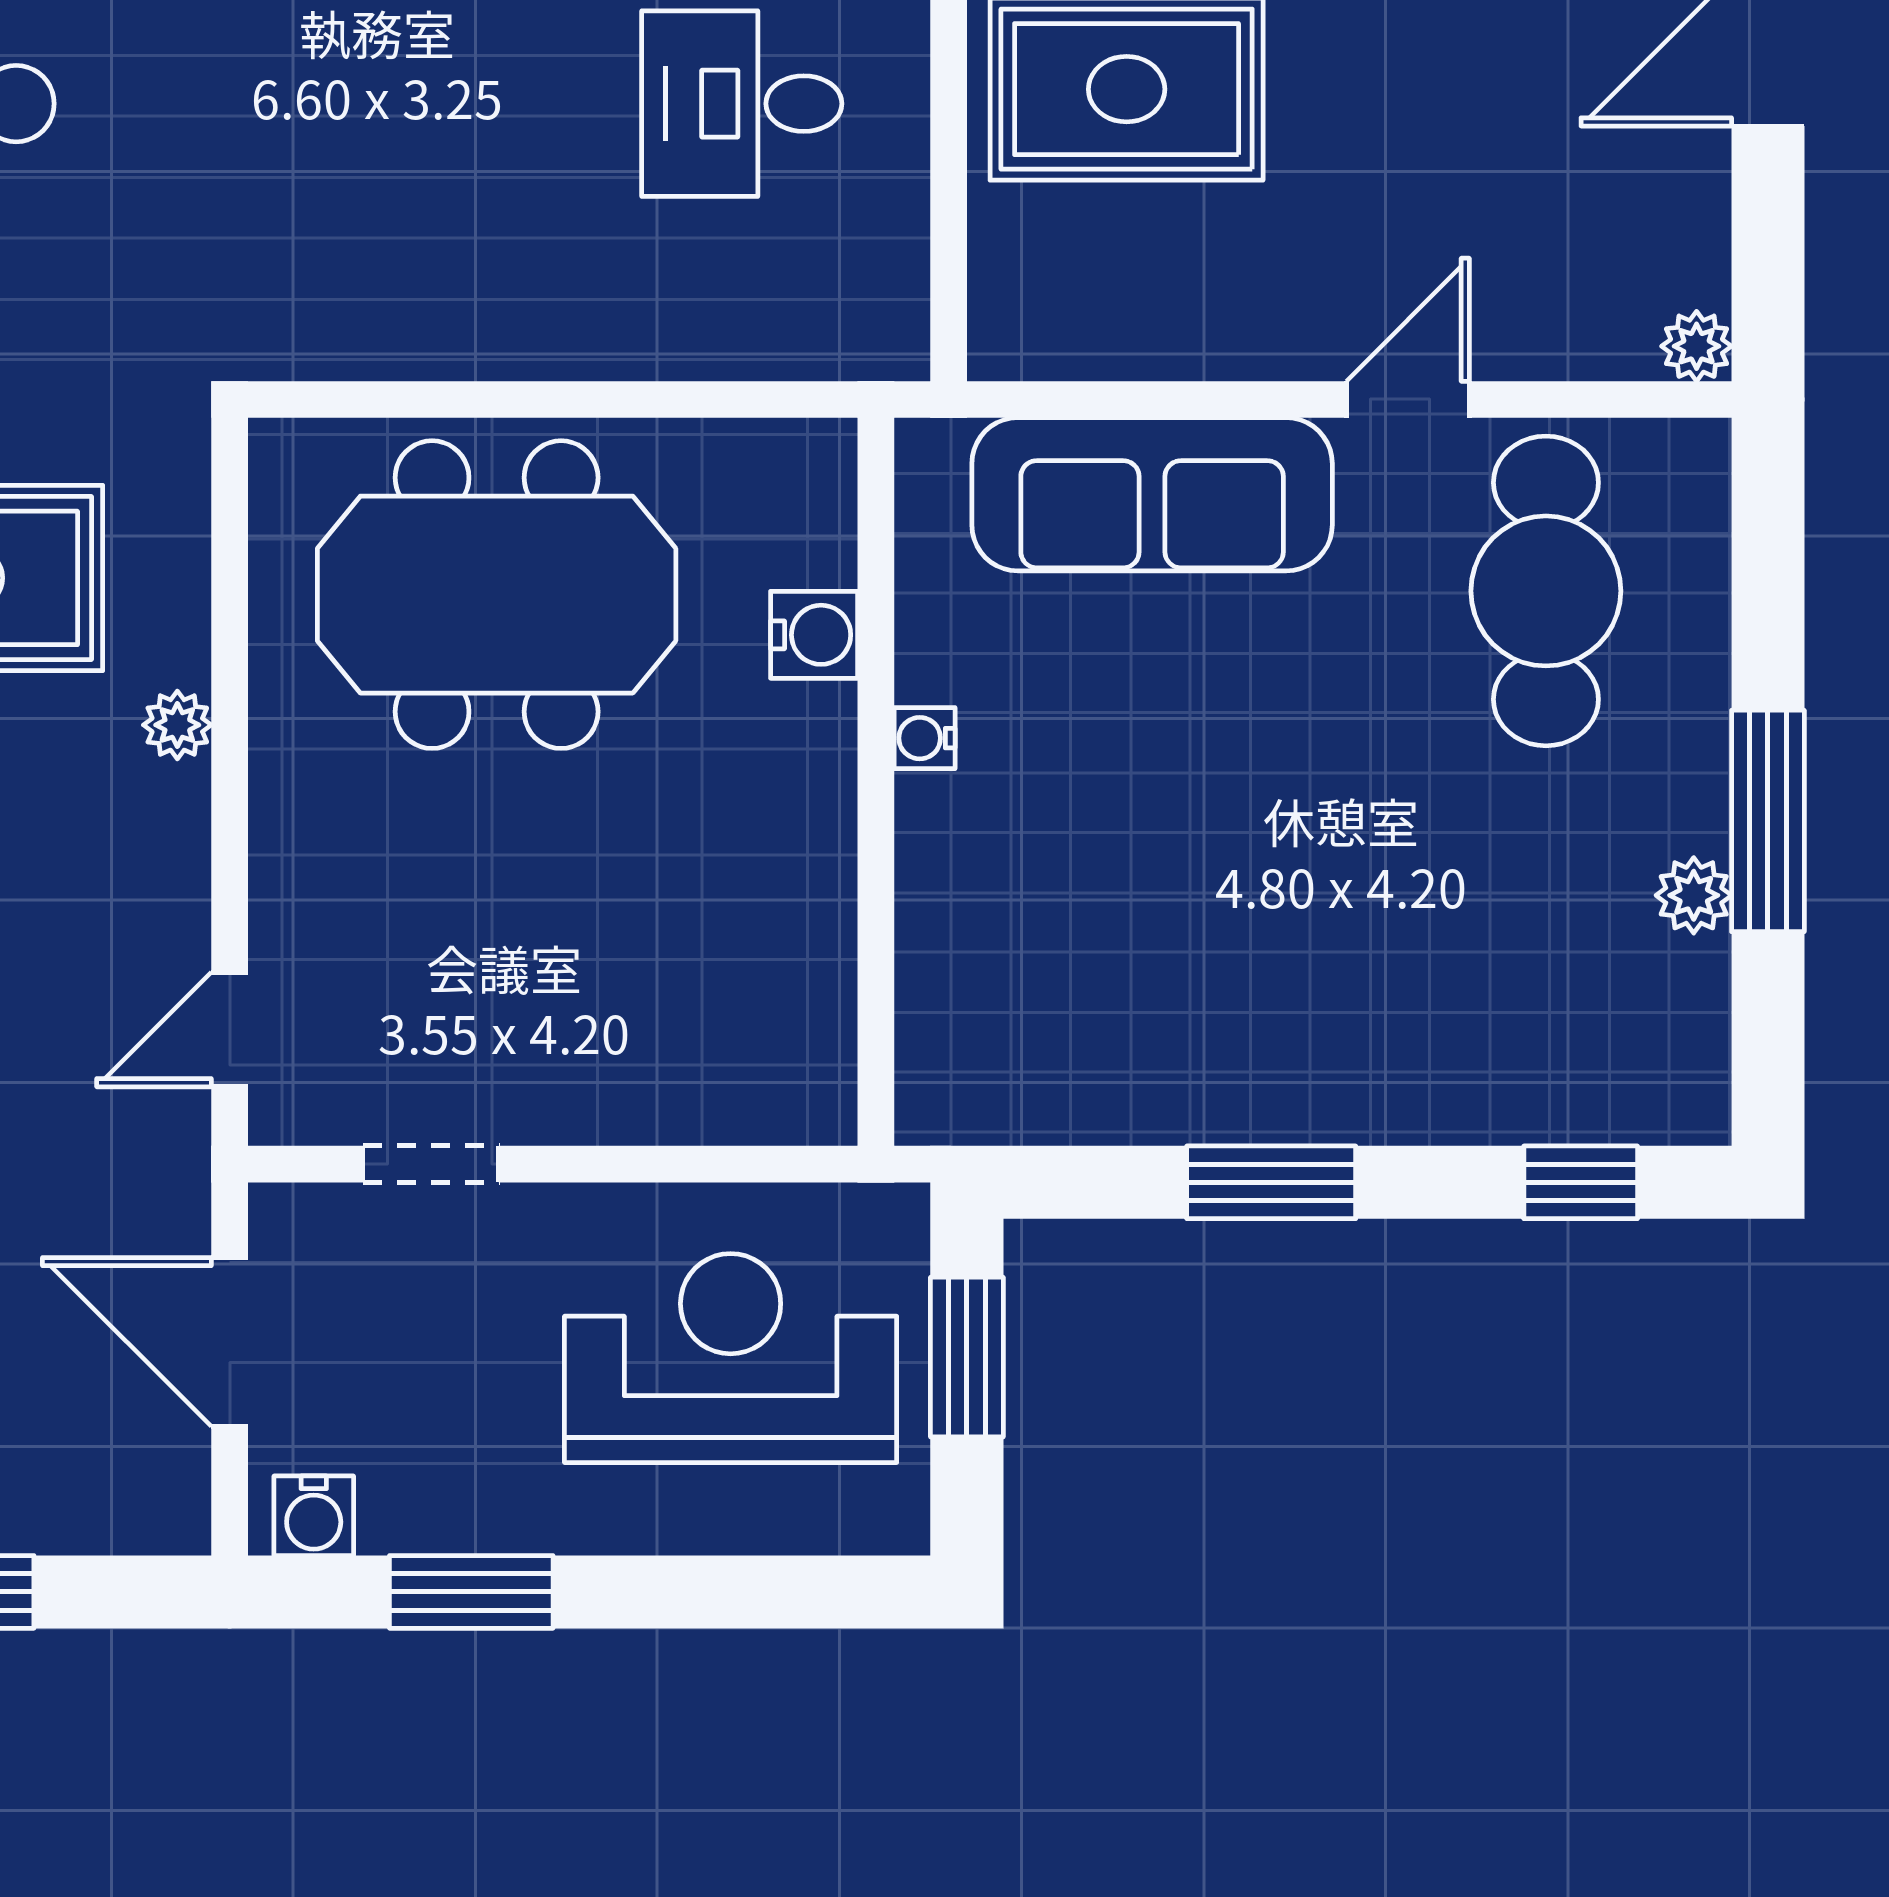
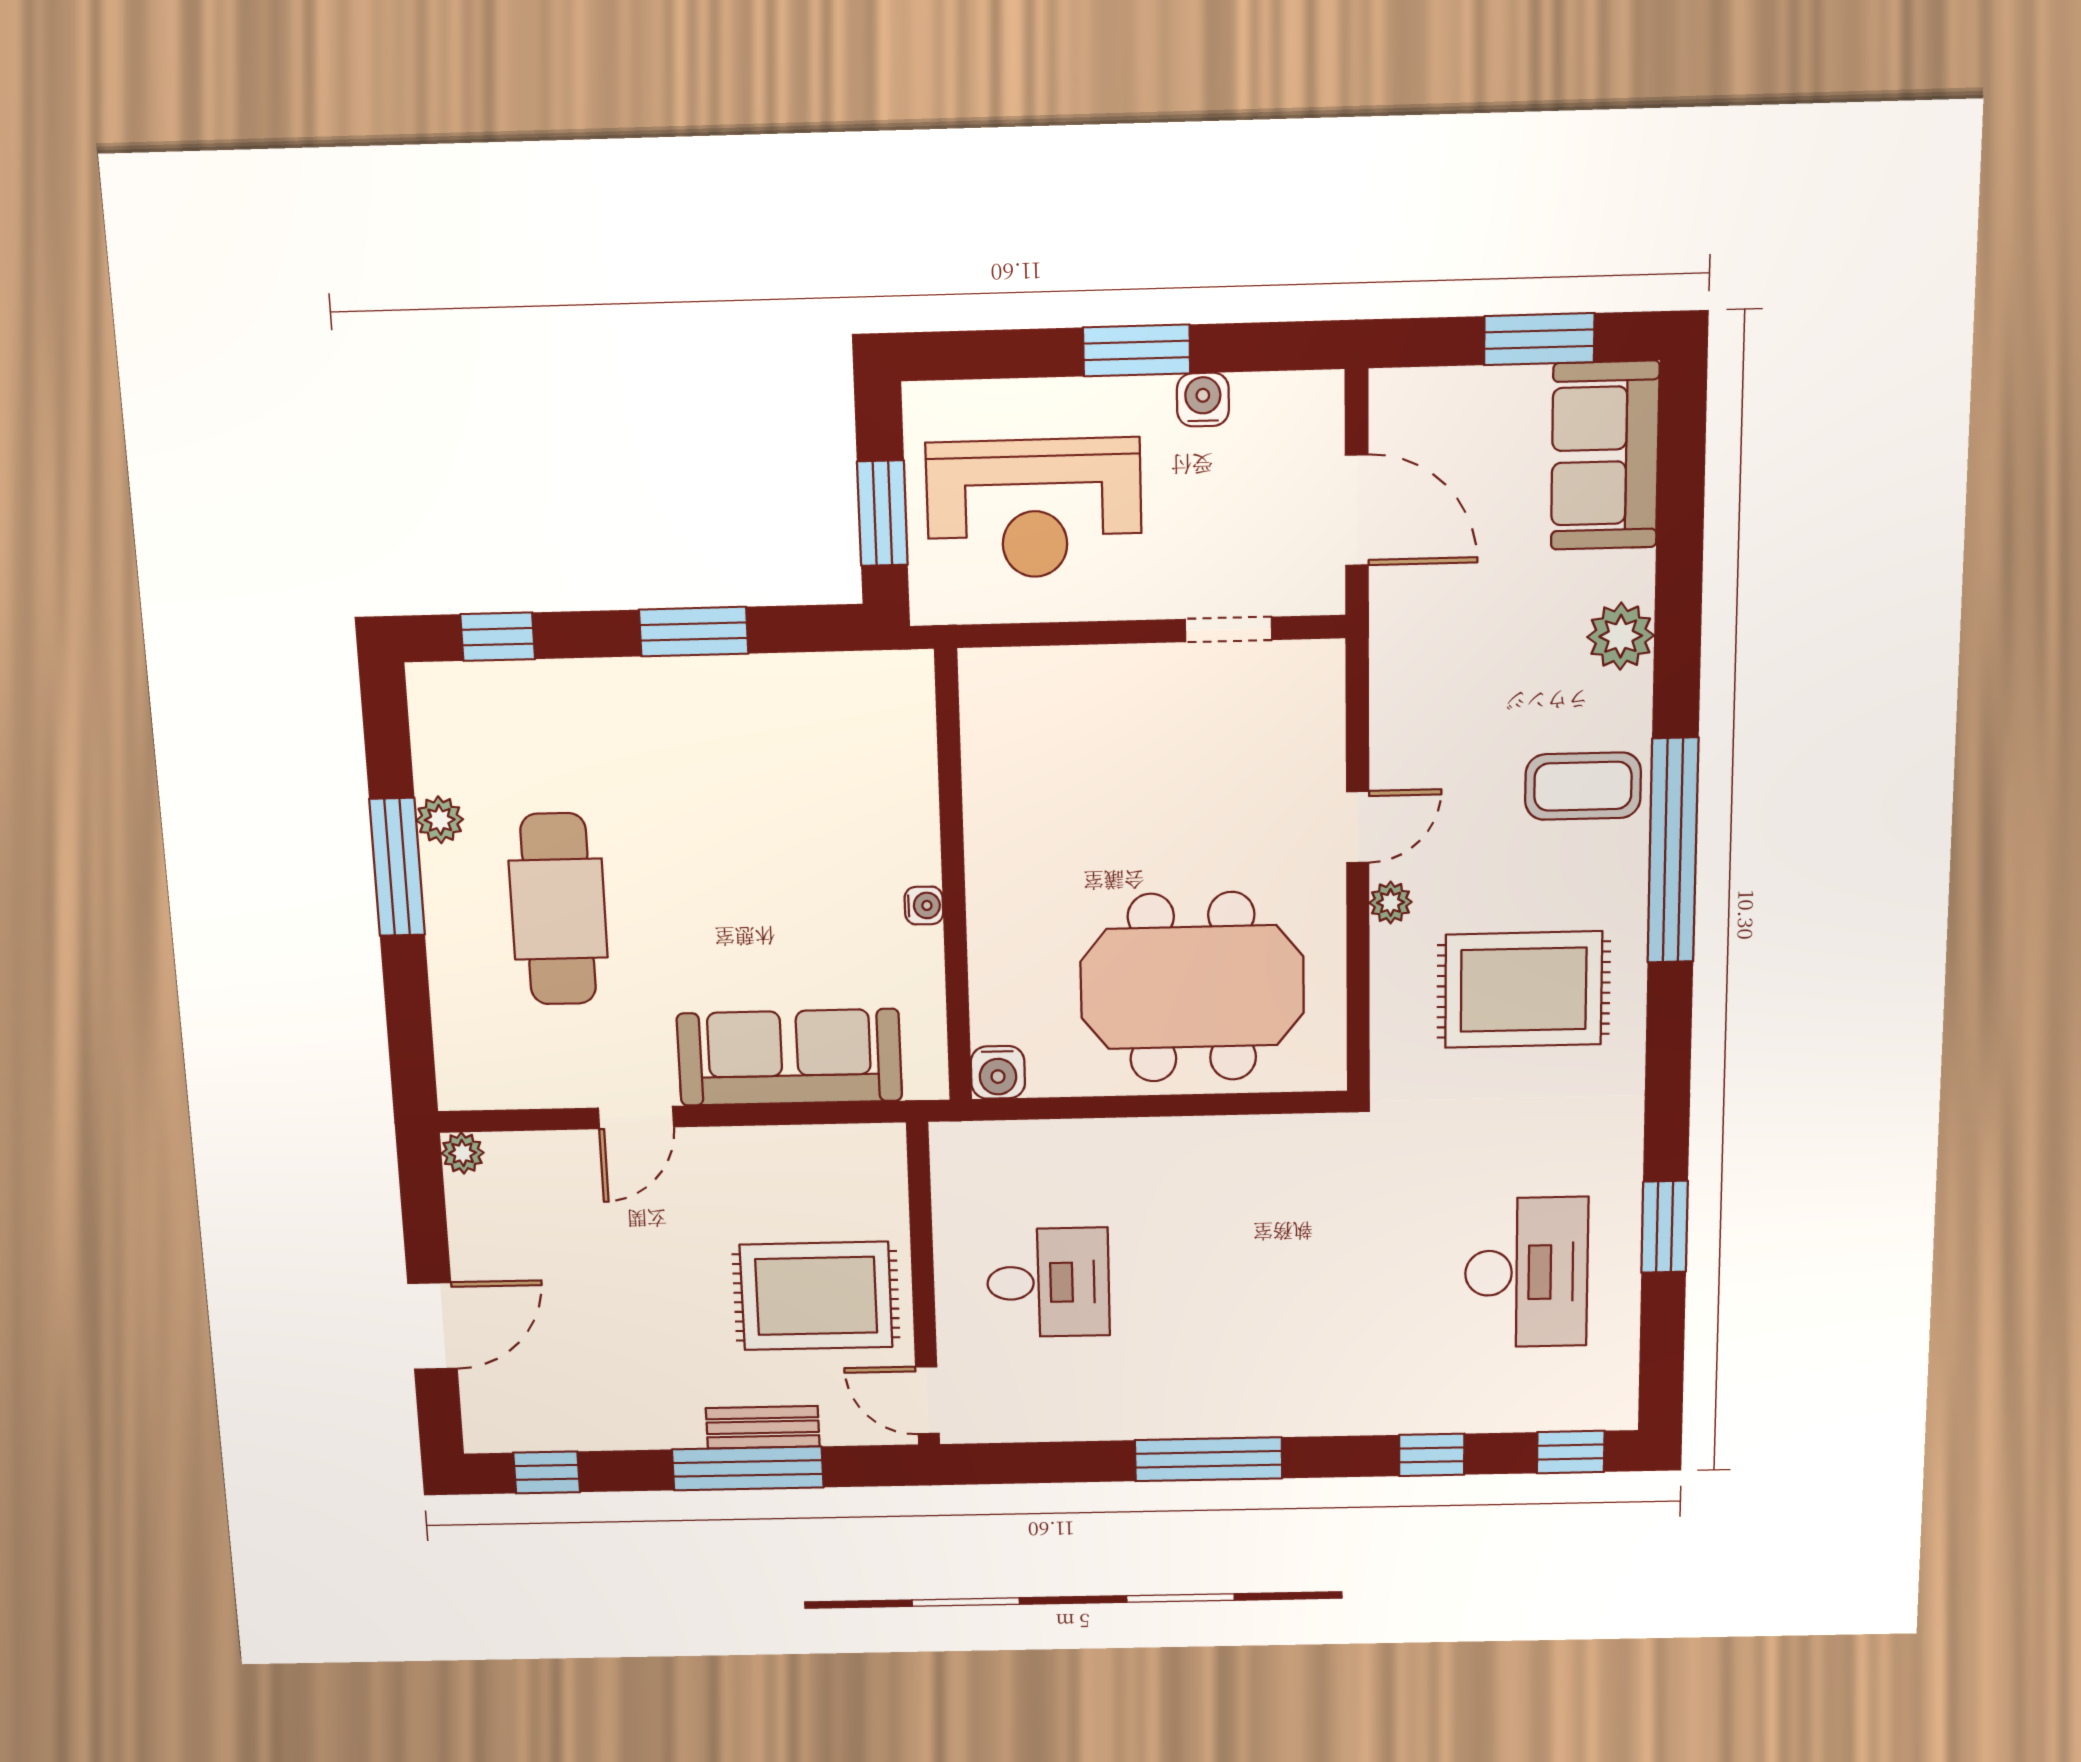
cafe table: (1546, 591) -> (558, 909), moved
water cooler: (814, 635) -> (998, 1072), moved, turned -90
door: (230, 1029) -> (1358, 827), moved
water cooler: (314, 1516) -> (1203, 400), moved
window: (471, 1592) -> (1137, 350), moved

